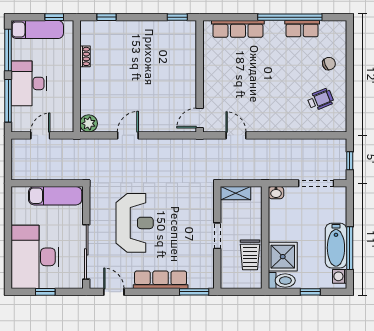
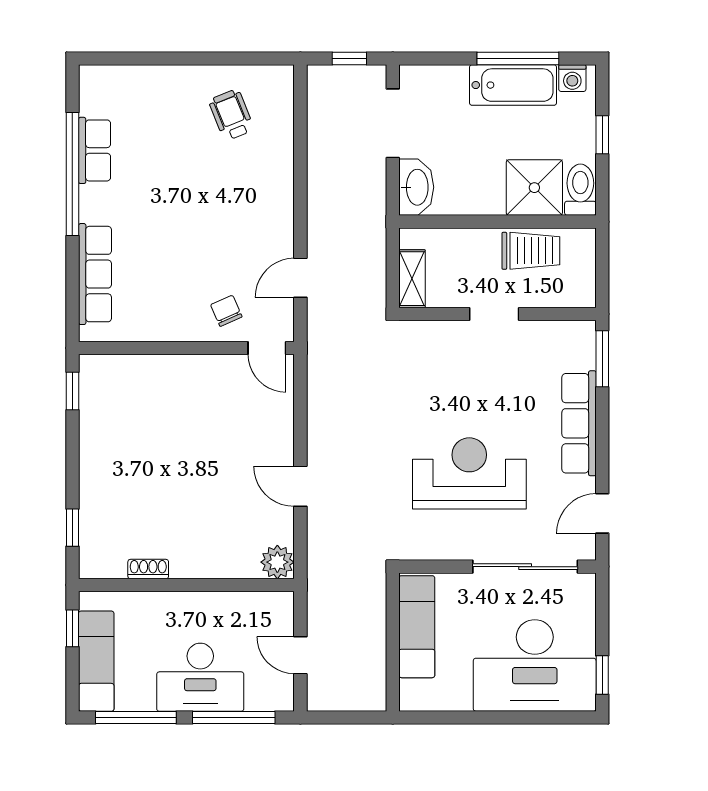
chair: (329, 64) -> (226, 311), moved
washbasin: (276, 193) -> (416, 187), width x1.91, depth x1.45
window: (45, 292) -> (602, 675), moved

